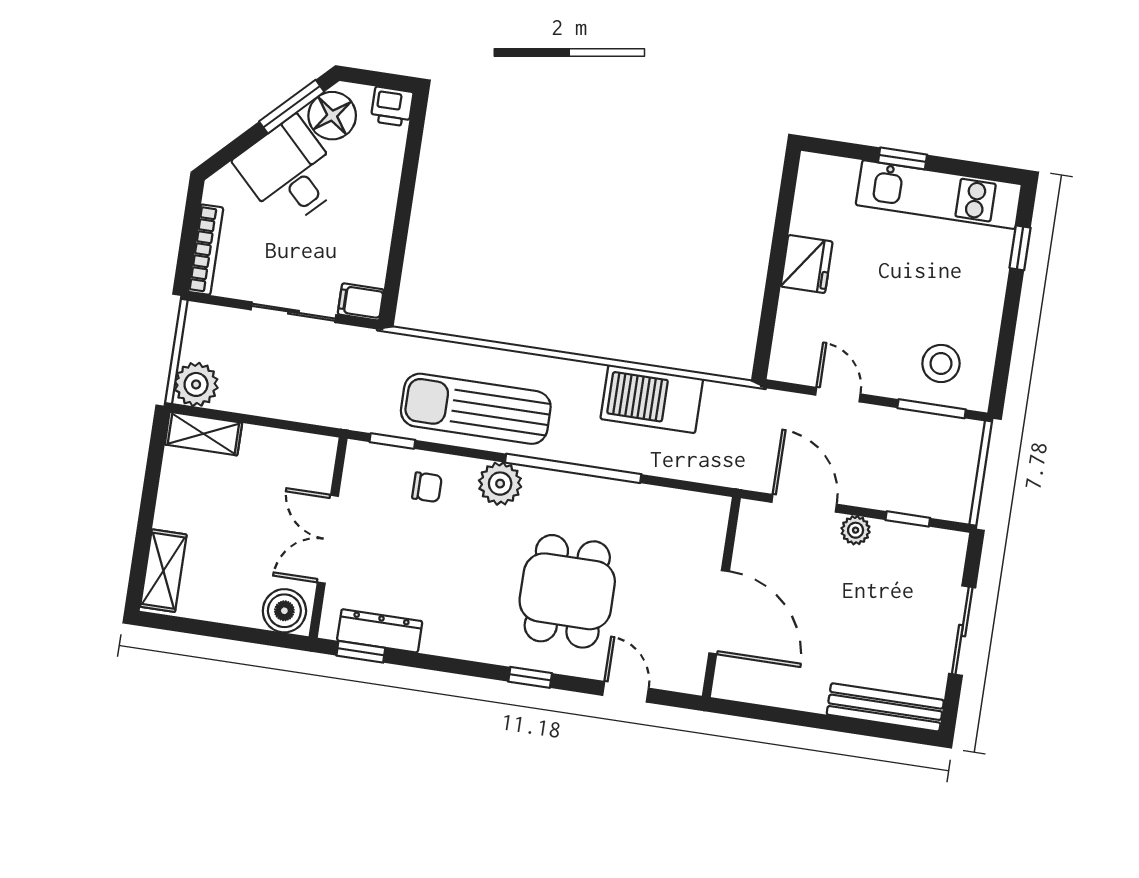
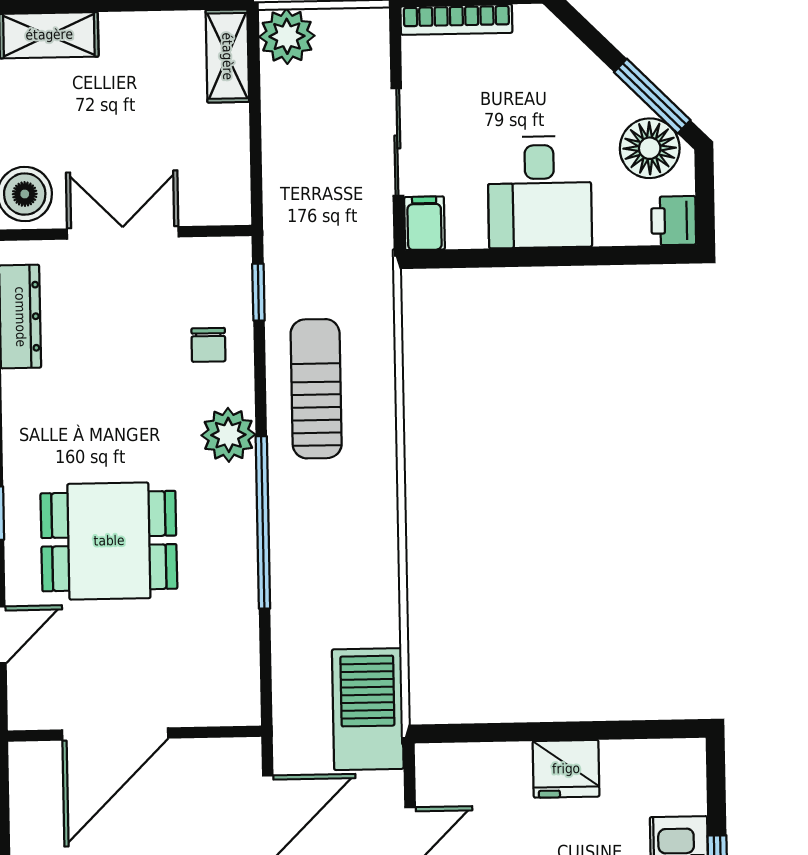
desk: (290, 172) -> (540, 192), moved, turned 135
barbecue: (652, 399) -> (368, 709), moved
sun lounger: (476, 409) -> (316, 389), width x0.73, depth x0.75

